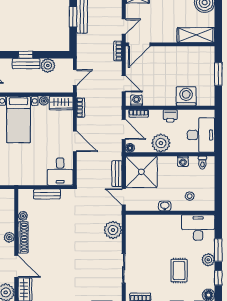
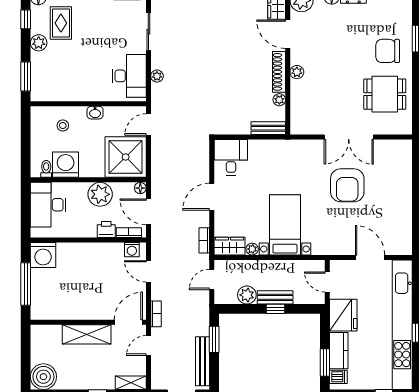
window: (73, 17) -> (214, 339), moved
shelving: (196, 35) -> (87, 334), moved
window: (218, 74) -> (26, 284), width x1.44
washing machine: (186, 96) -> (43, 255), moved
printer: (170, 116) -> (106, 230), moved
door: (75, 141) -> (212, 197), hinge flipped
washing machine: (183, 161) -> (66, 165), width x1.89, depth x1.89
bench: (117, 174) -> (157, 155), removed
bench: (47, 194) -> (268, 128), moved
door: (124, 197) -> (148, 124), swing flipped
desk: (198, 228) -> (129, 76), moved, turned -90
plant: (113, 230) -> (157, 76), width x0.53, depth x0.53
window: (218, 250) -> (26, 77), moved
rug: (179, 271) -> (61, 23), moved

